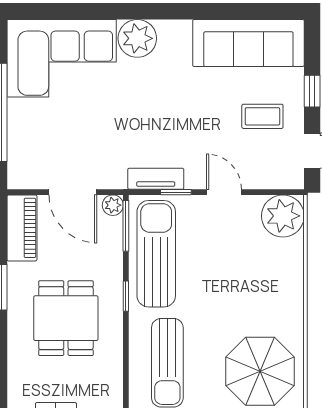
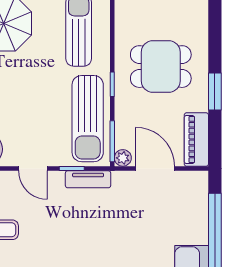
dining table: (66, 318) -> (161, 67), turned 90

